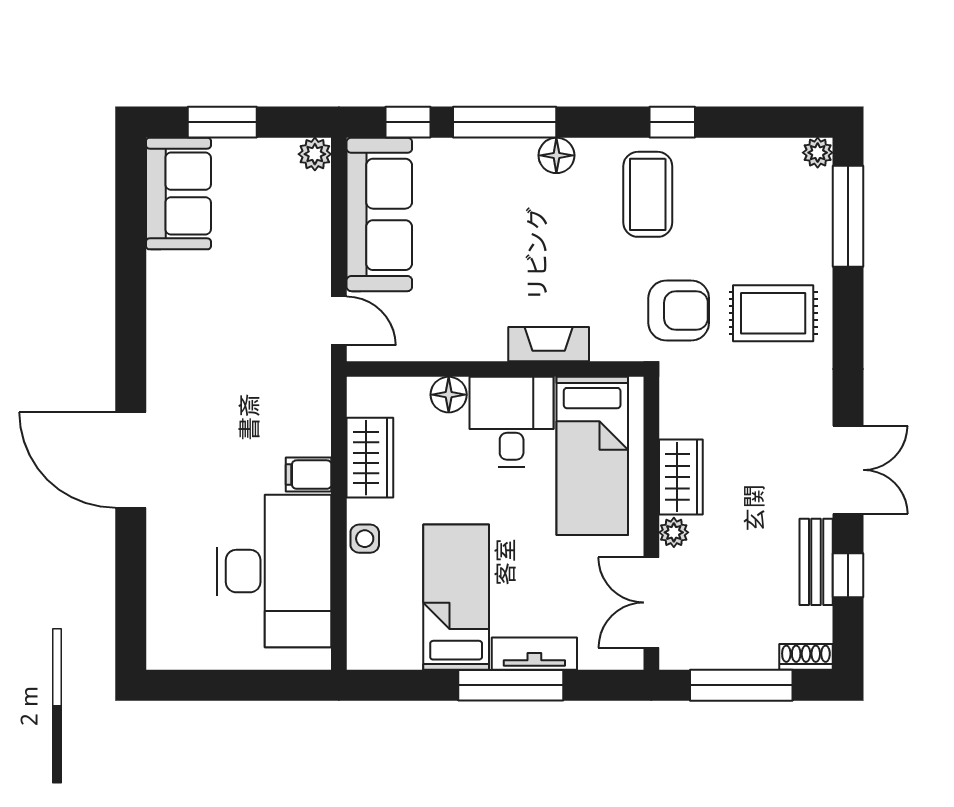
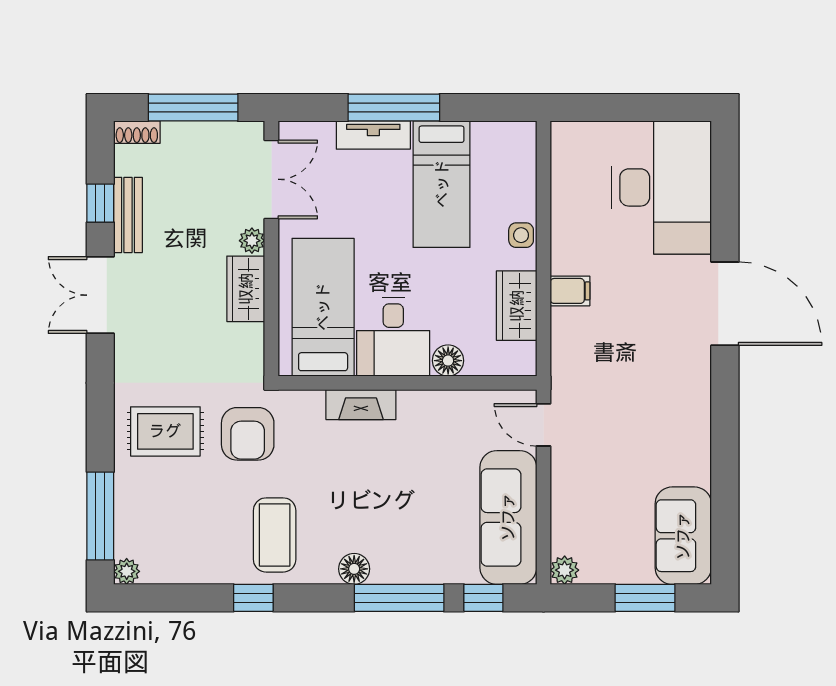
armchair: (679, 311) -> (248, 434), turned -90
desk: (274, 571) -> (662, 187), moved, turned 180

